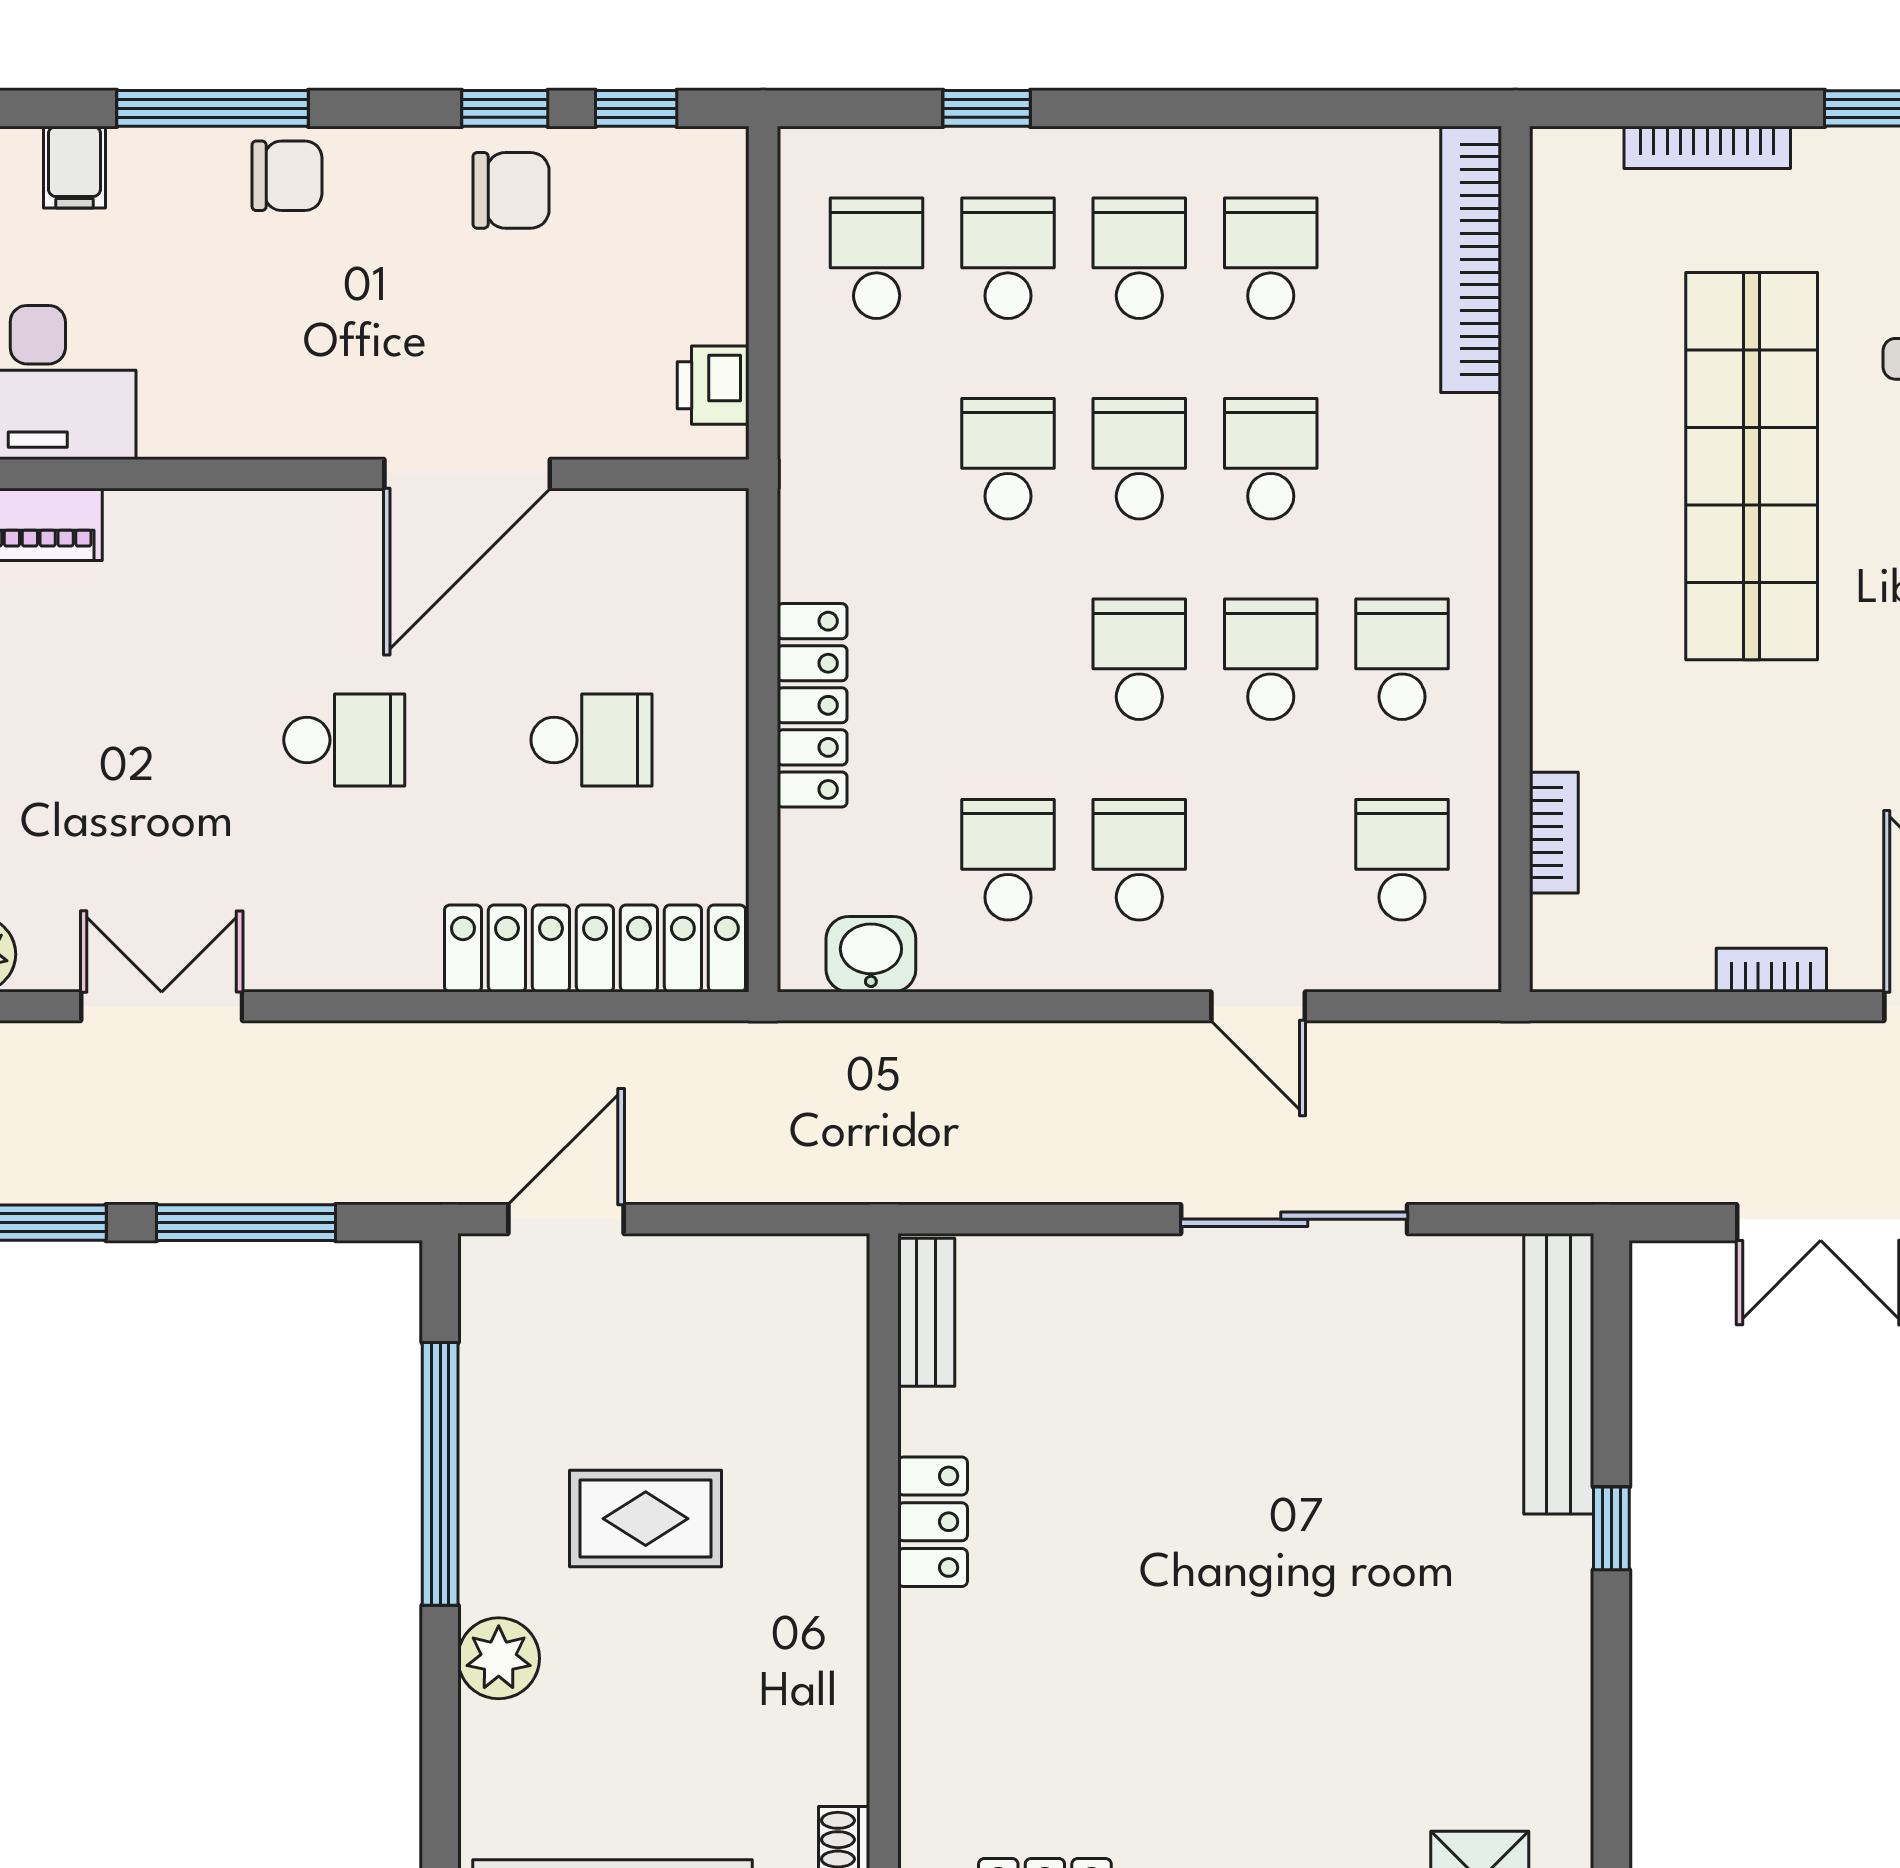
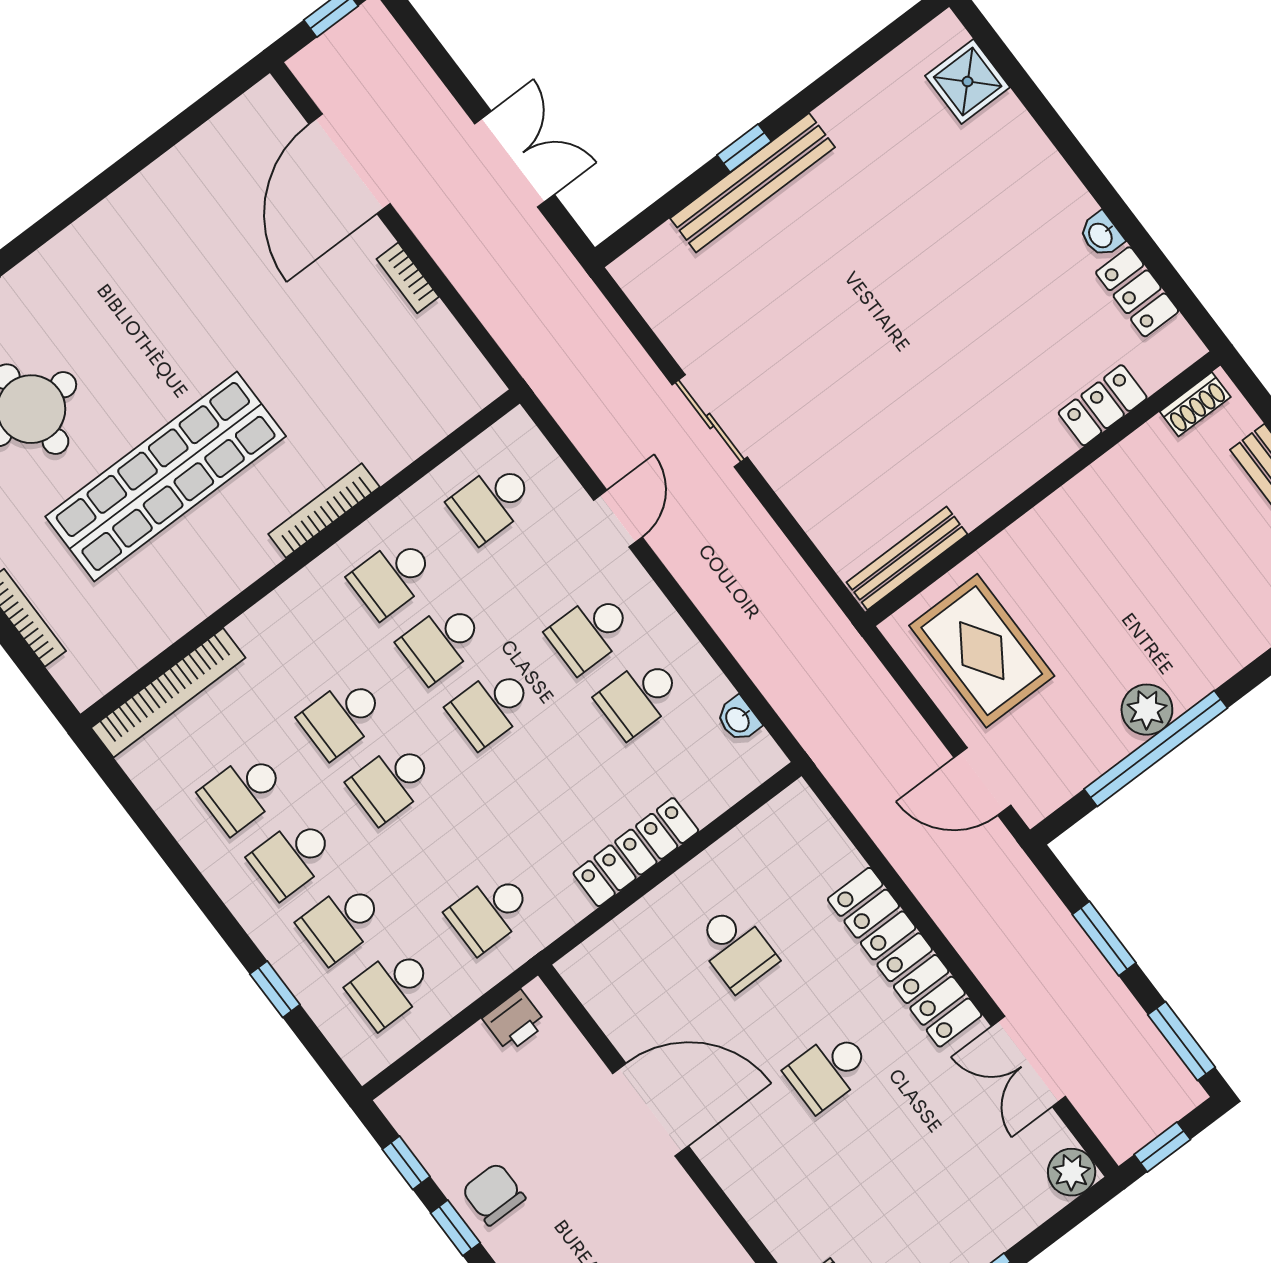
school desk: (1008, 459) -> (490, 912), moved
school desk: (344, 740) -> (828, 1071), turned -90
school desk: (591, 740) -> (736, 948), turned 180
bookcase: (1554, 833) -> (324, 511), moved, width x1.56
locker: (595, 948) -> (905, 957), moved
washbasin: (871, 954) -> (738, 719), width x0.72, depth x0.69
sliding door: (1294, 1219) -> (710, 421), width x0.73
window: (246, 1223) -> (1104, 939), width x0.69
bench: (926, 1312) -> (907, 558), width x1.36
bench: (1559, 1374) -> (753, 183), moved
rug: (646, 1519) -> (982, 651), moved, width x1.36, depth x1.43
locker: (933, 1522) -> (1103, 405), moved
plant: (499, 1658) -> (1147, 710), moved

